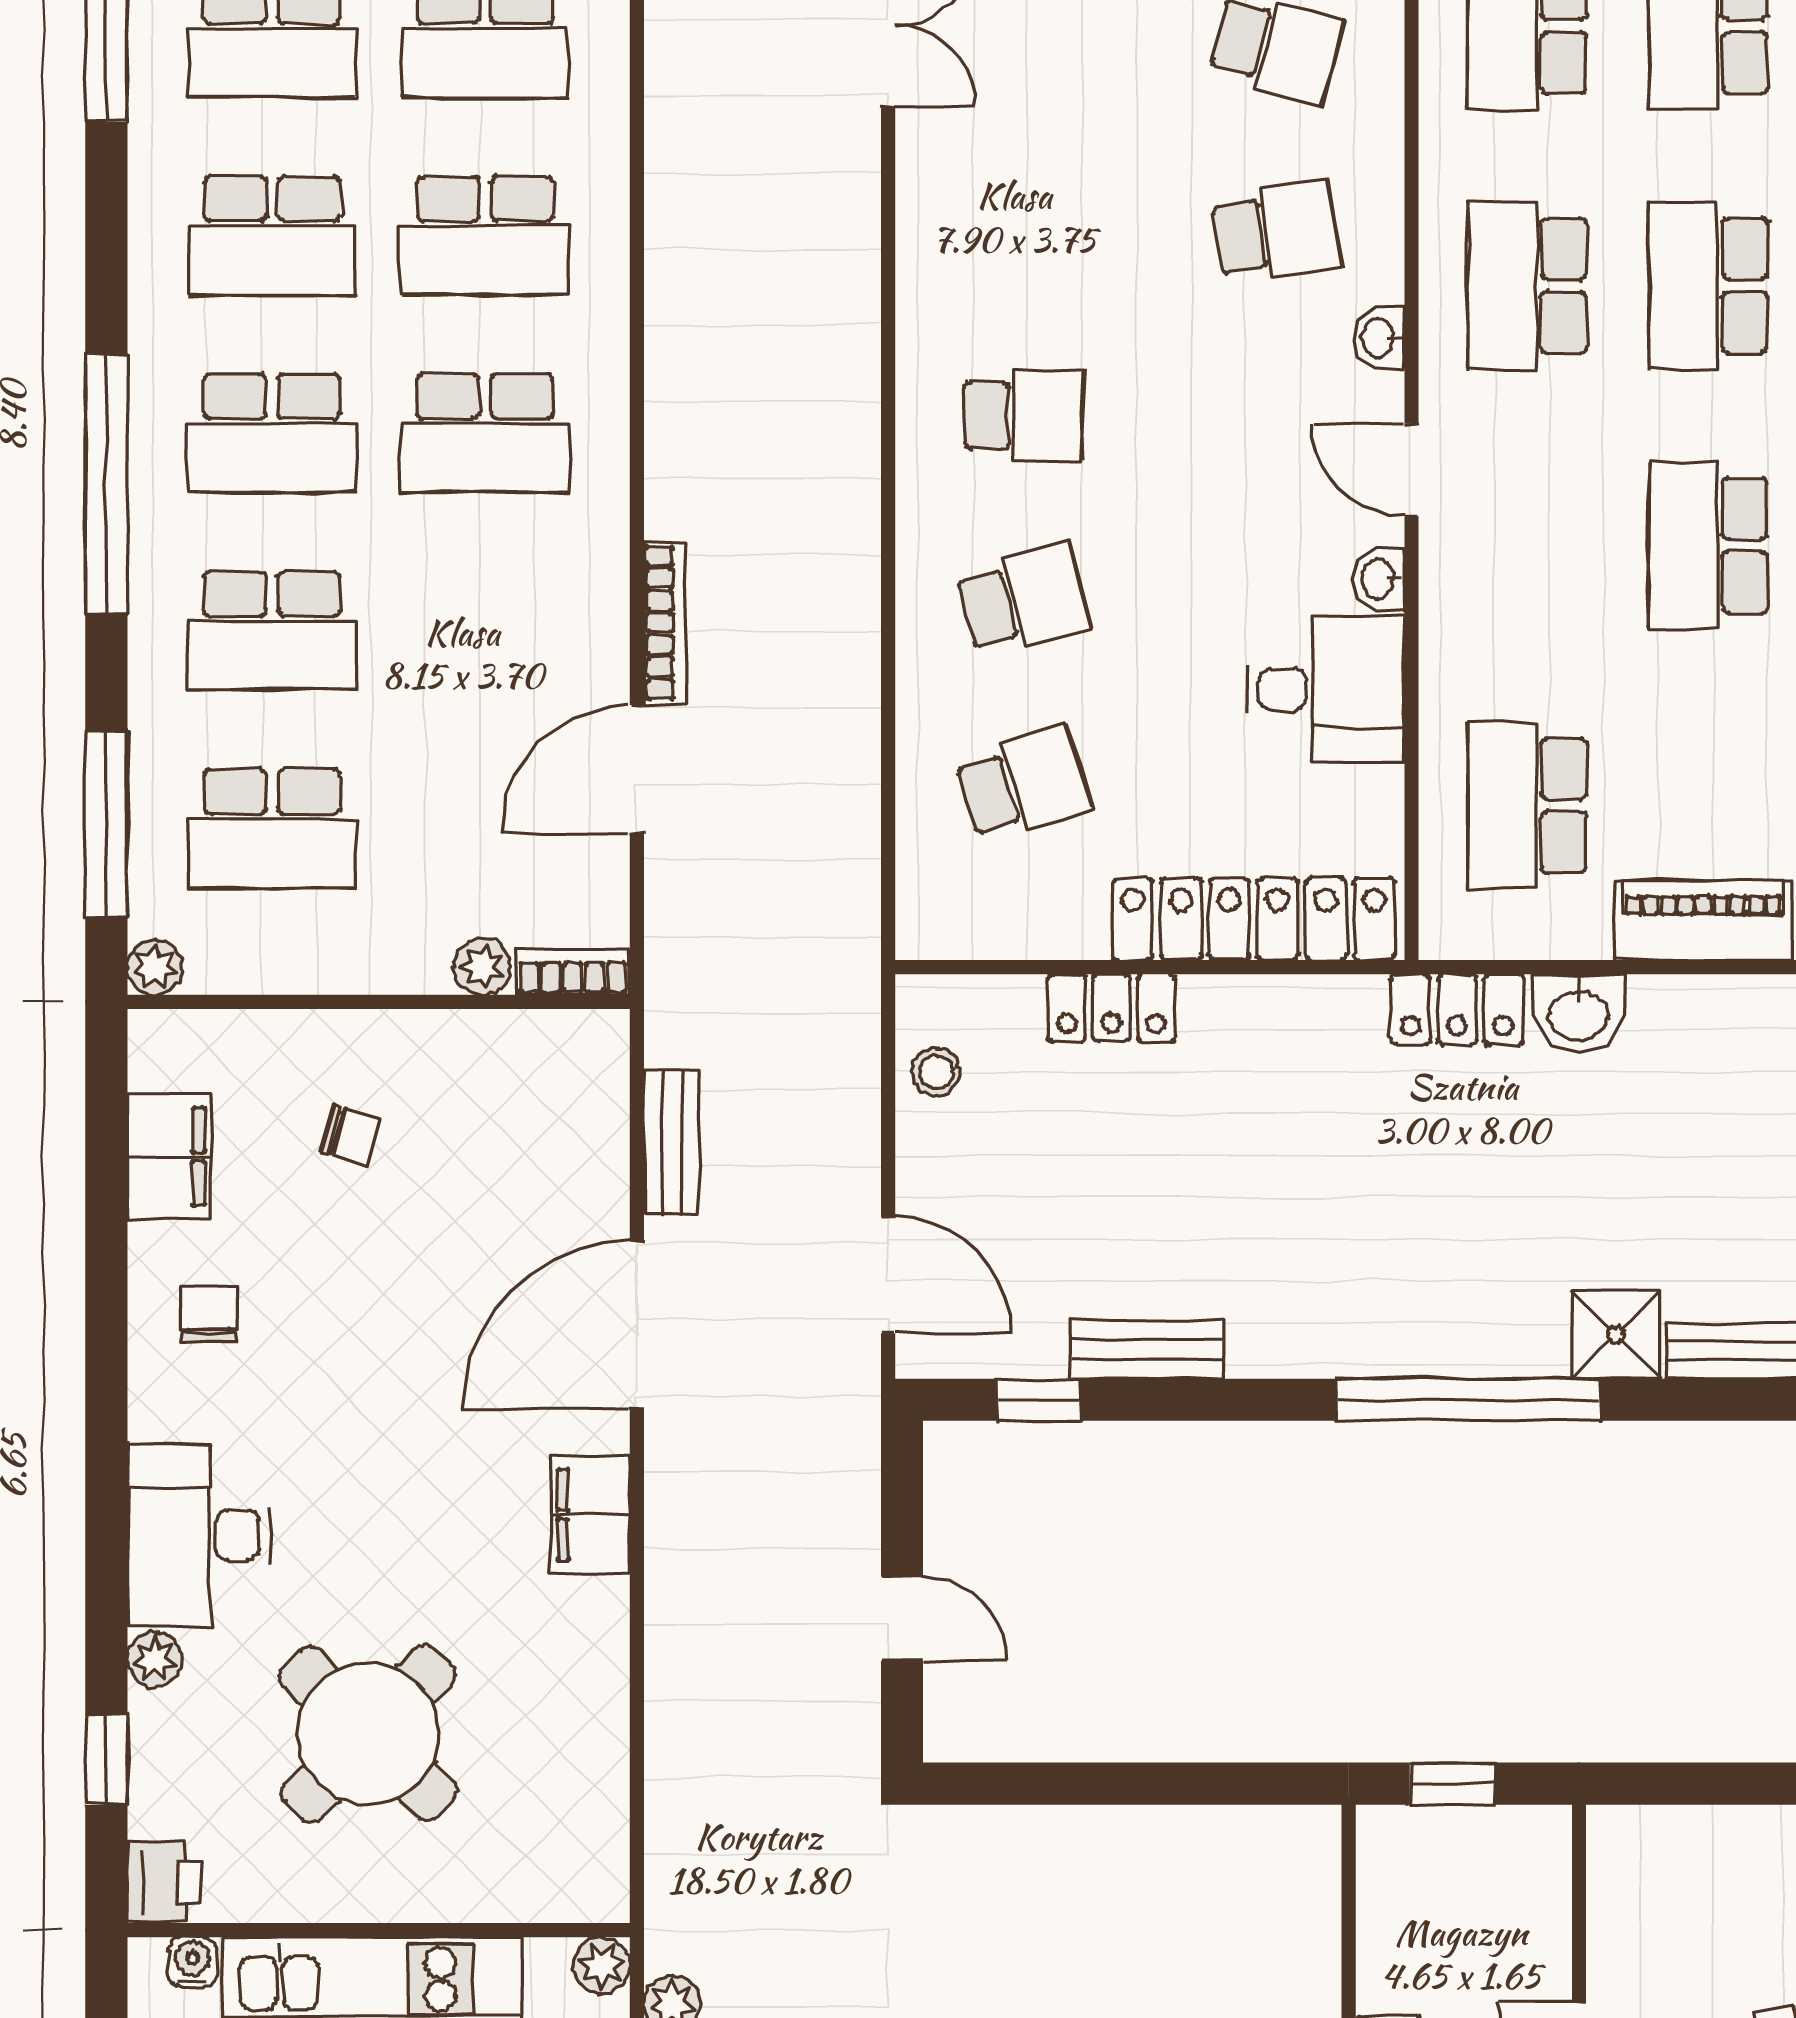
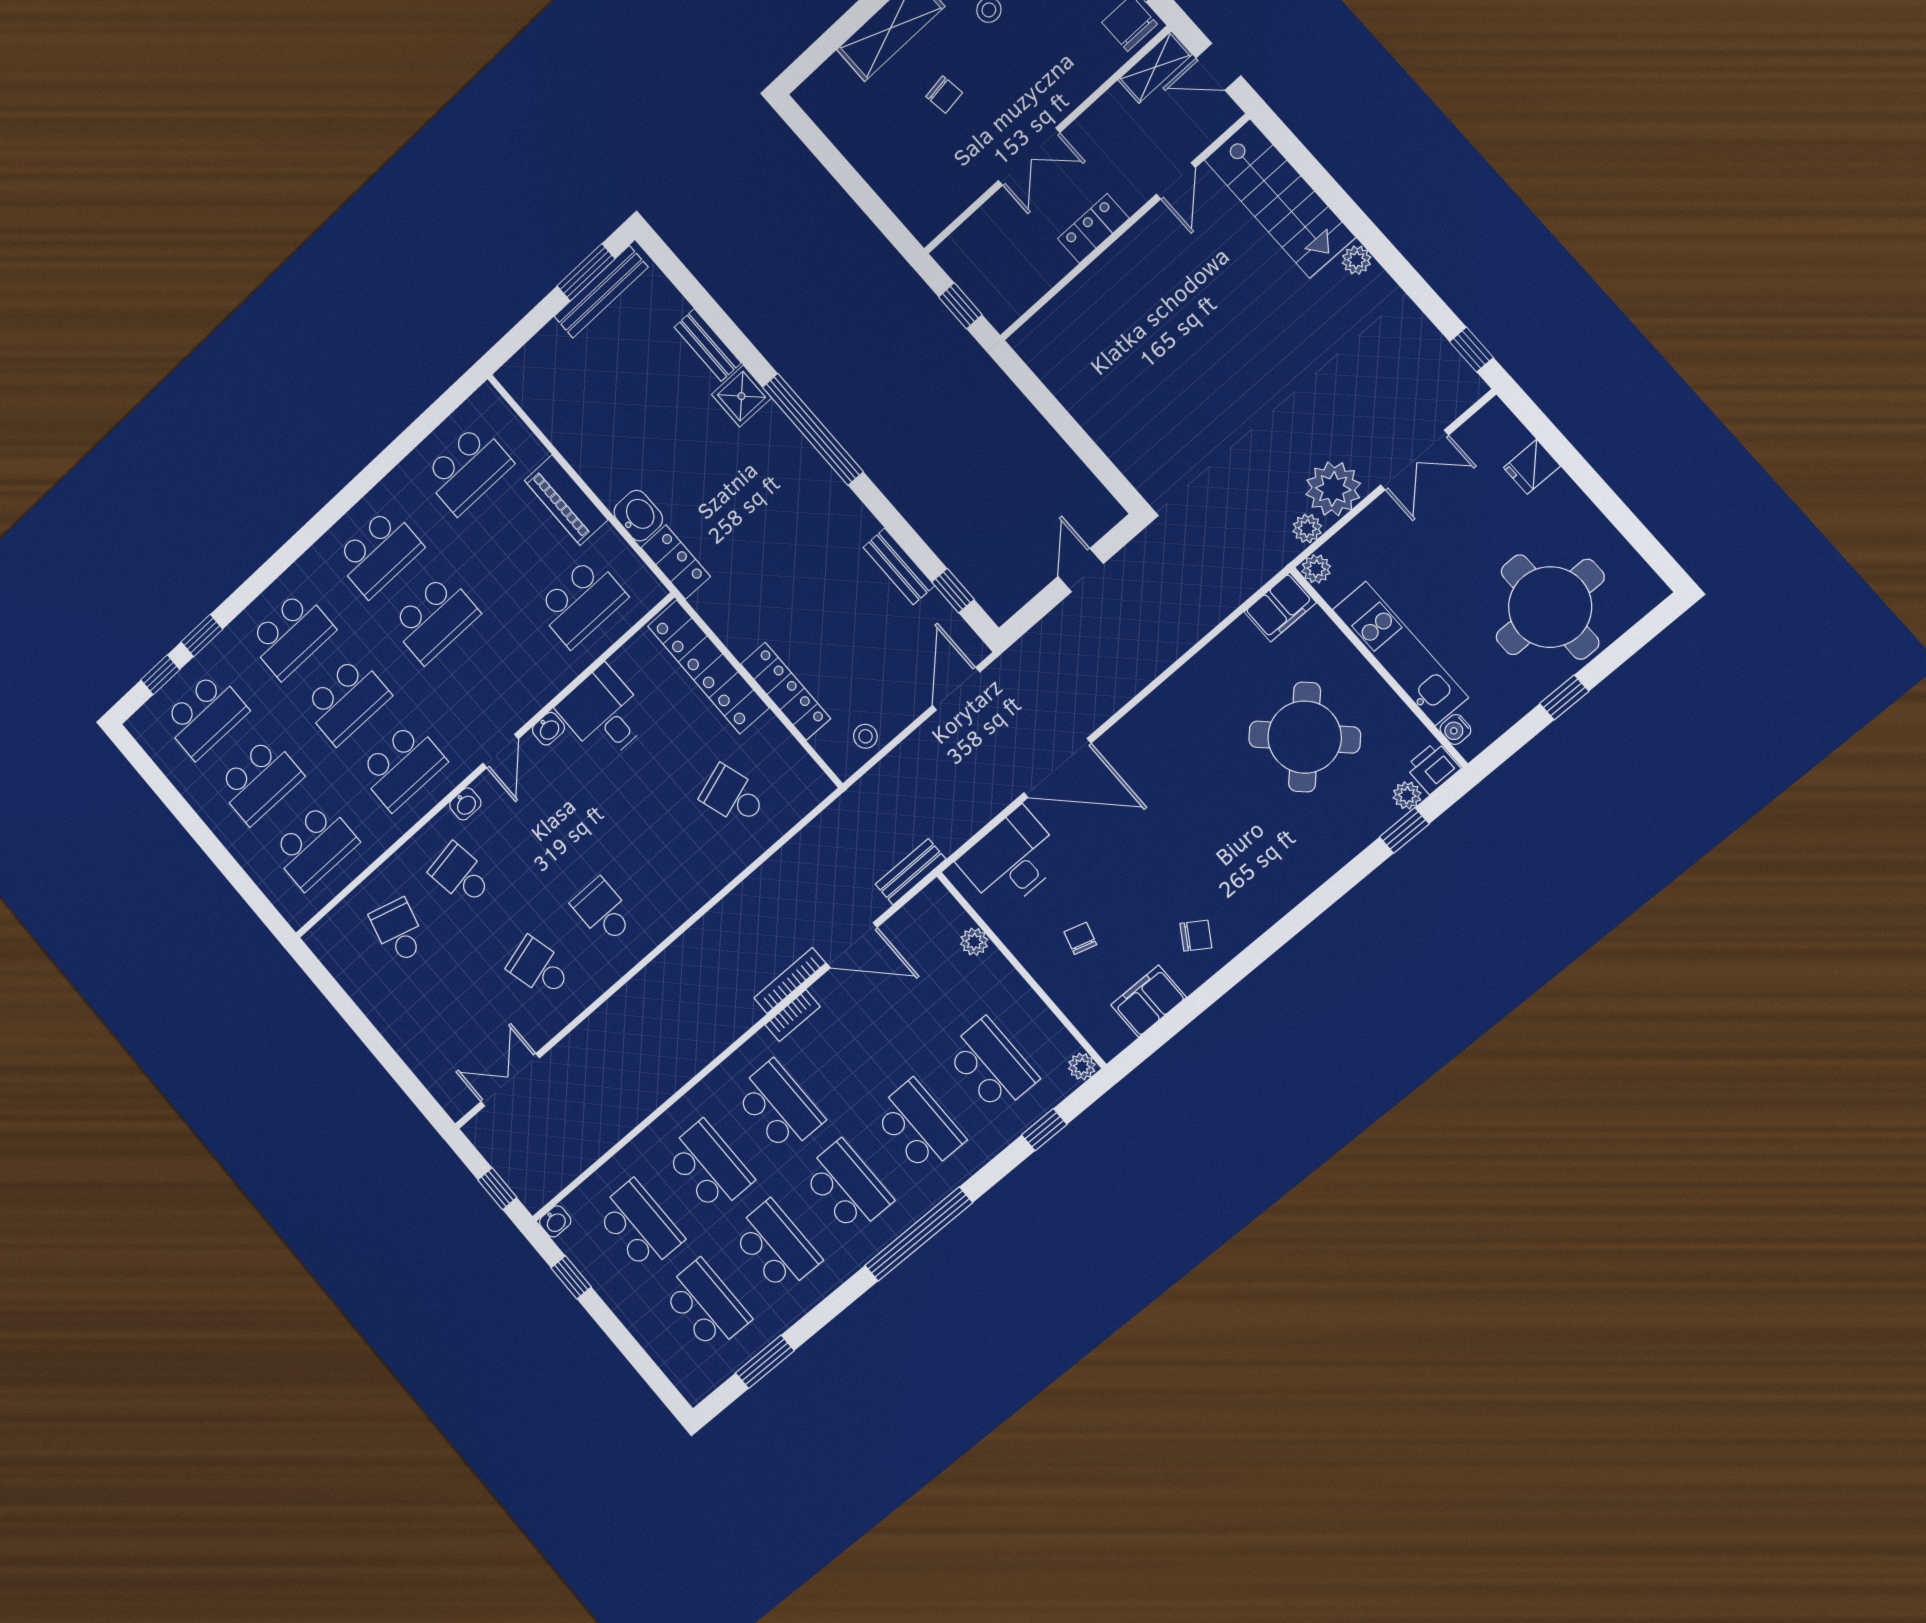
school desk: (1023, 600) -> (539, 968), moved
window: (106, 825) -> (1044, 1130), width x0.46
bookcase: (573, 972) -> (793, 1016), moved, turned -90
locker: (1111, 1008) -> (786, 691), width x1.53
bench: (671, 1142) -> (911, 872), moved
chair: (208, 1315) -> (1196, 936), turned -147
filing cabinet: (591, 1515) -> (1280, 607), moved
desk: (199, 1535) -> (1011, 860), moved, turned 180
plant: (155, 1659) -> (1407, 795), moved

